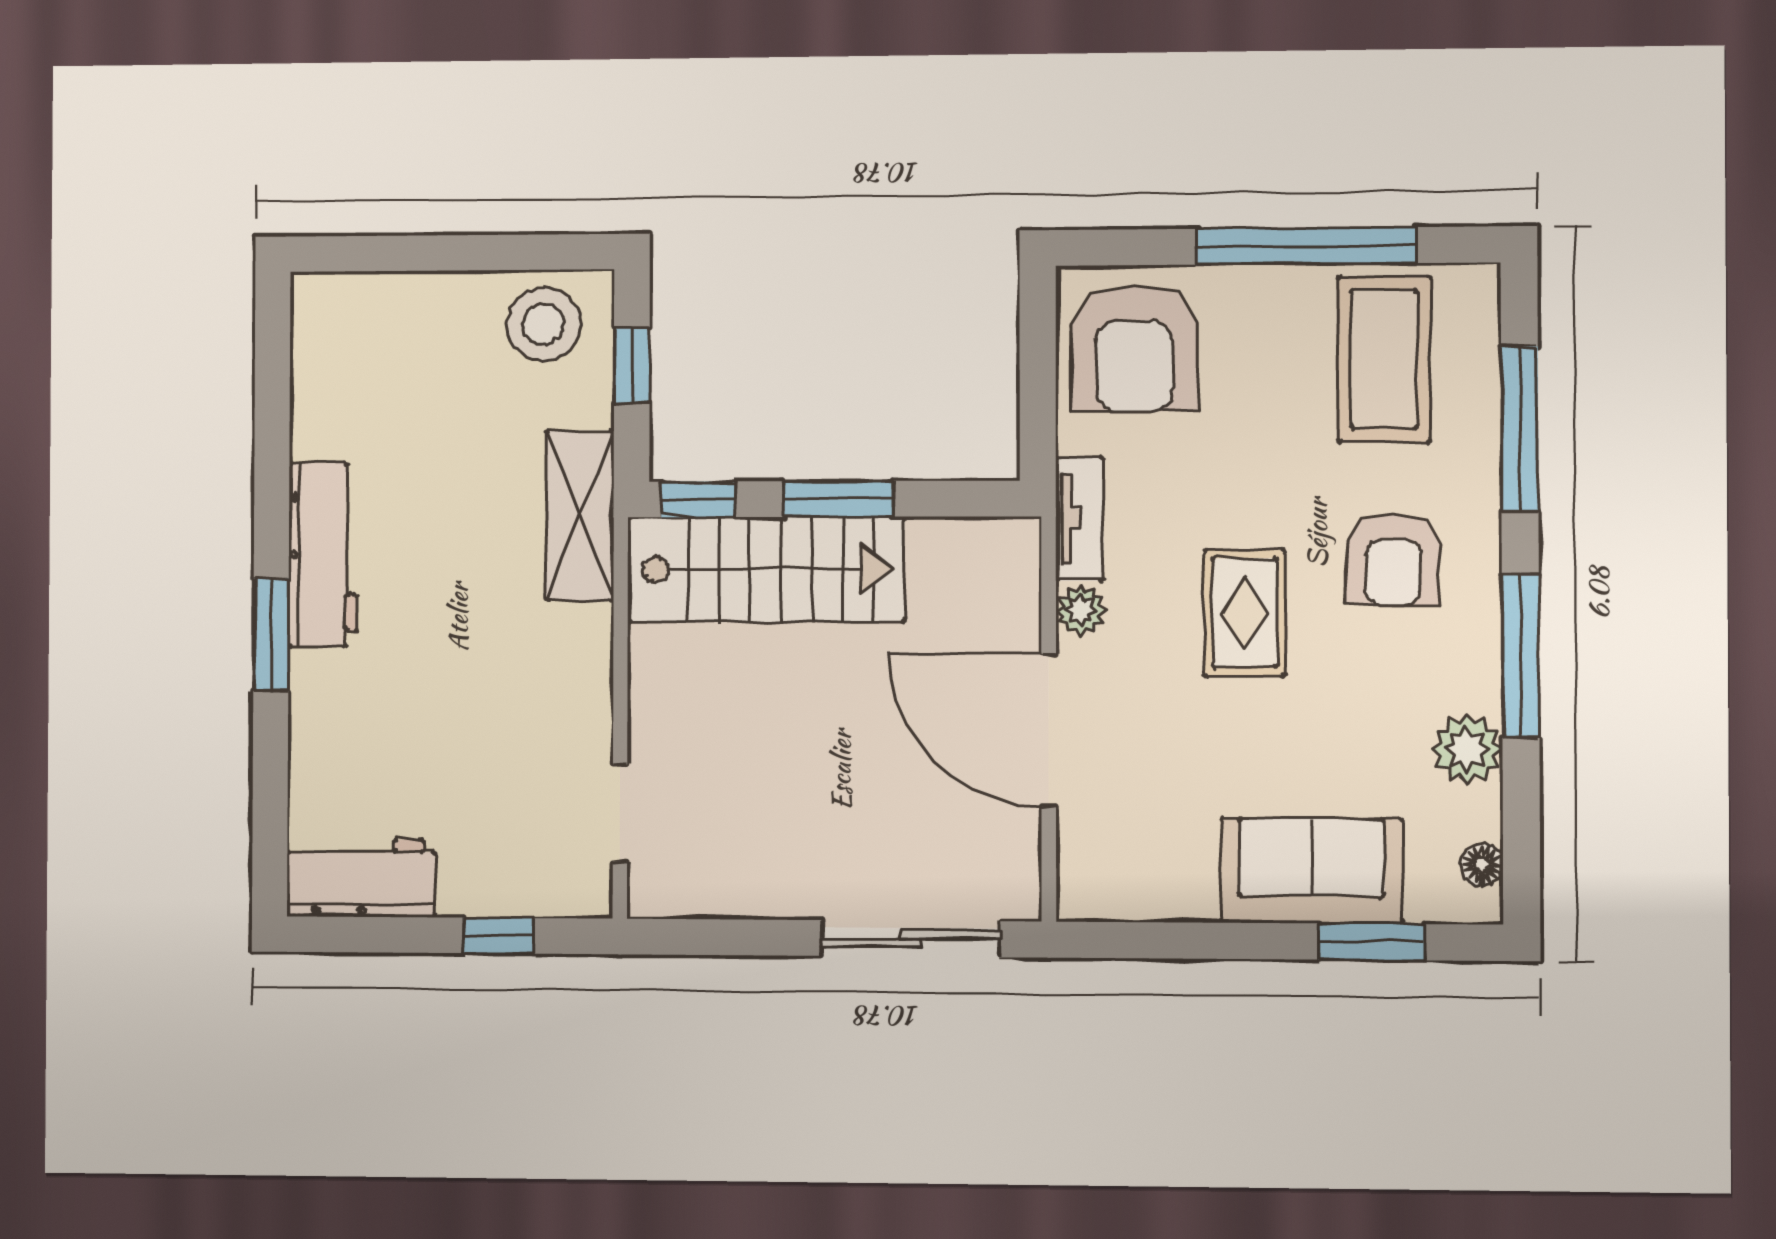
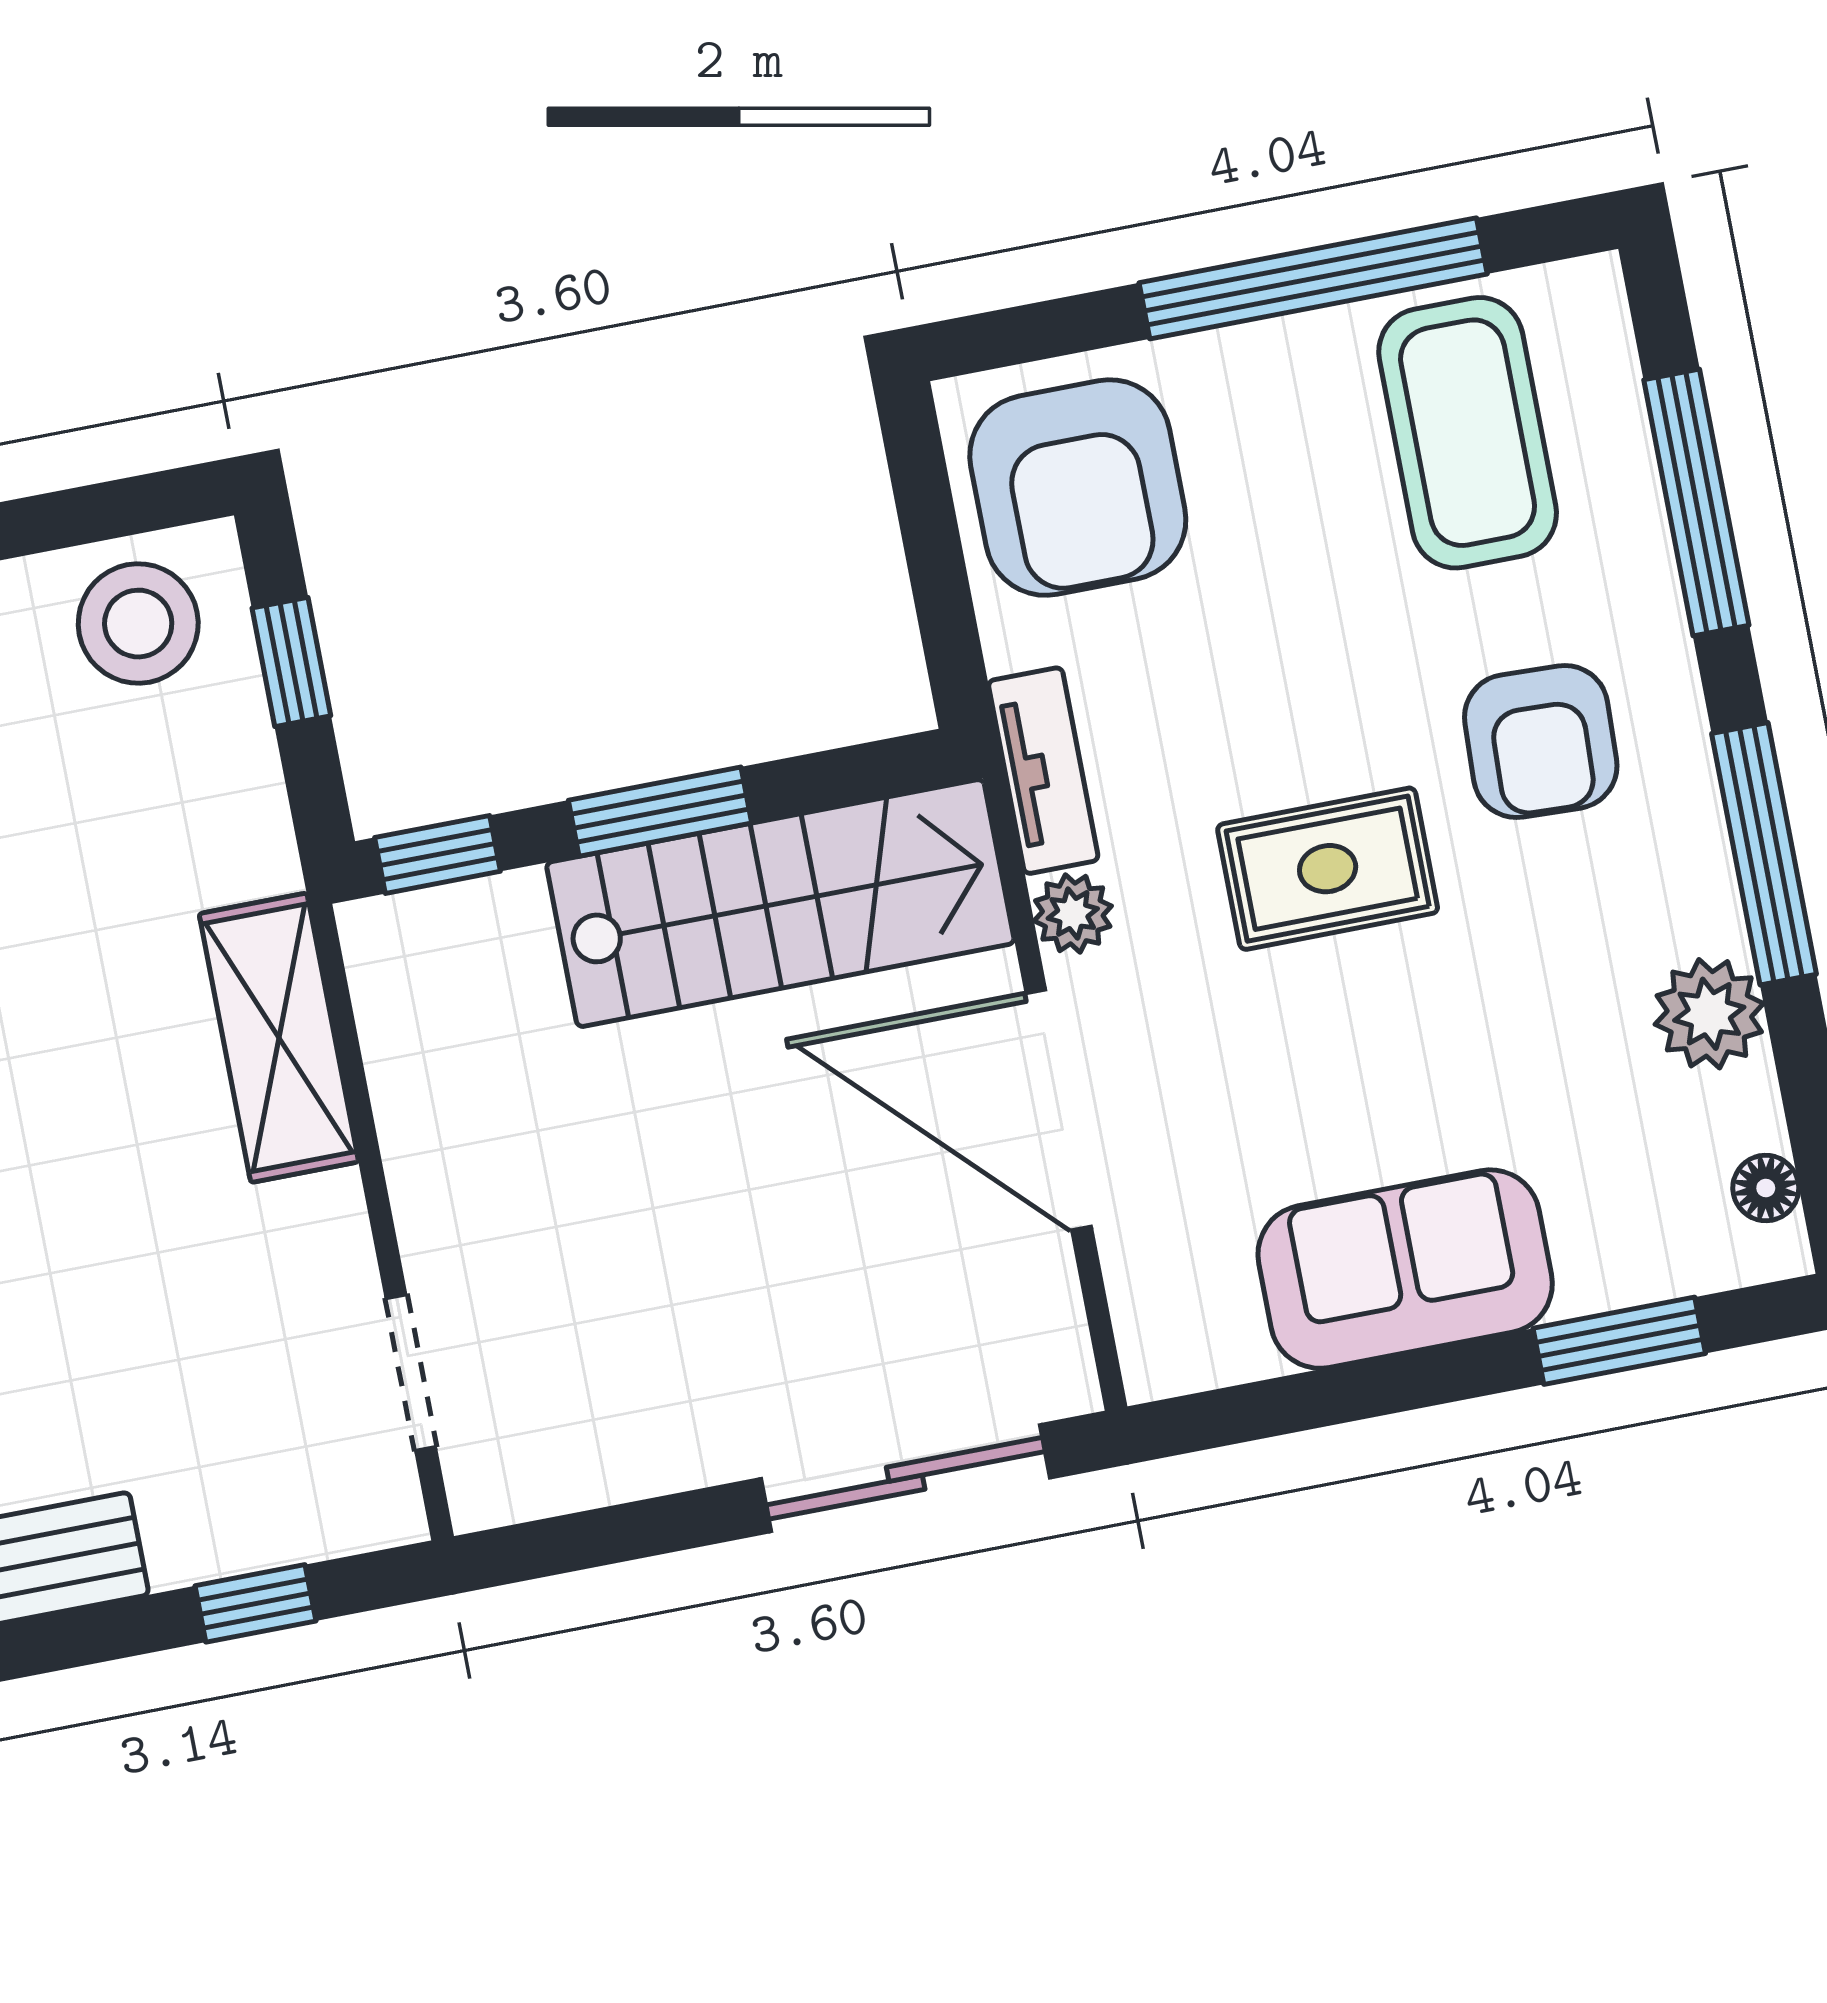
shelving: (580, 516) -> (279, 1038), moved
stairs: (766, 569) -> (780, 903), moved
rug: (1245, 613) -> (1328, 869), turned 90
sofa: (1312, 871) -> (1405, 1269), moved

